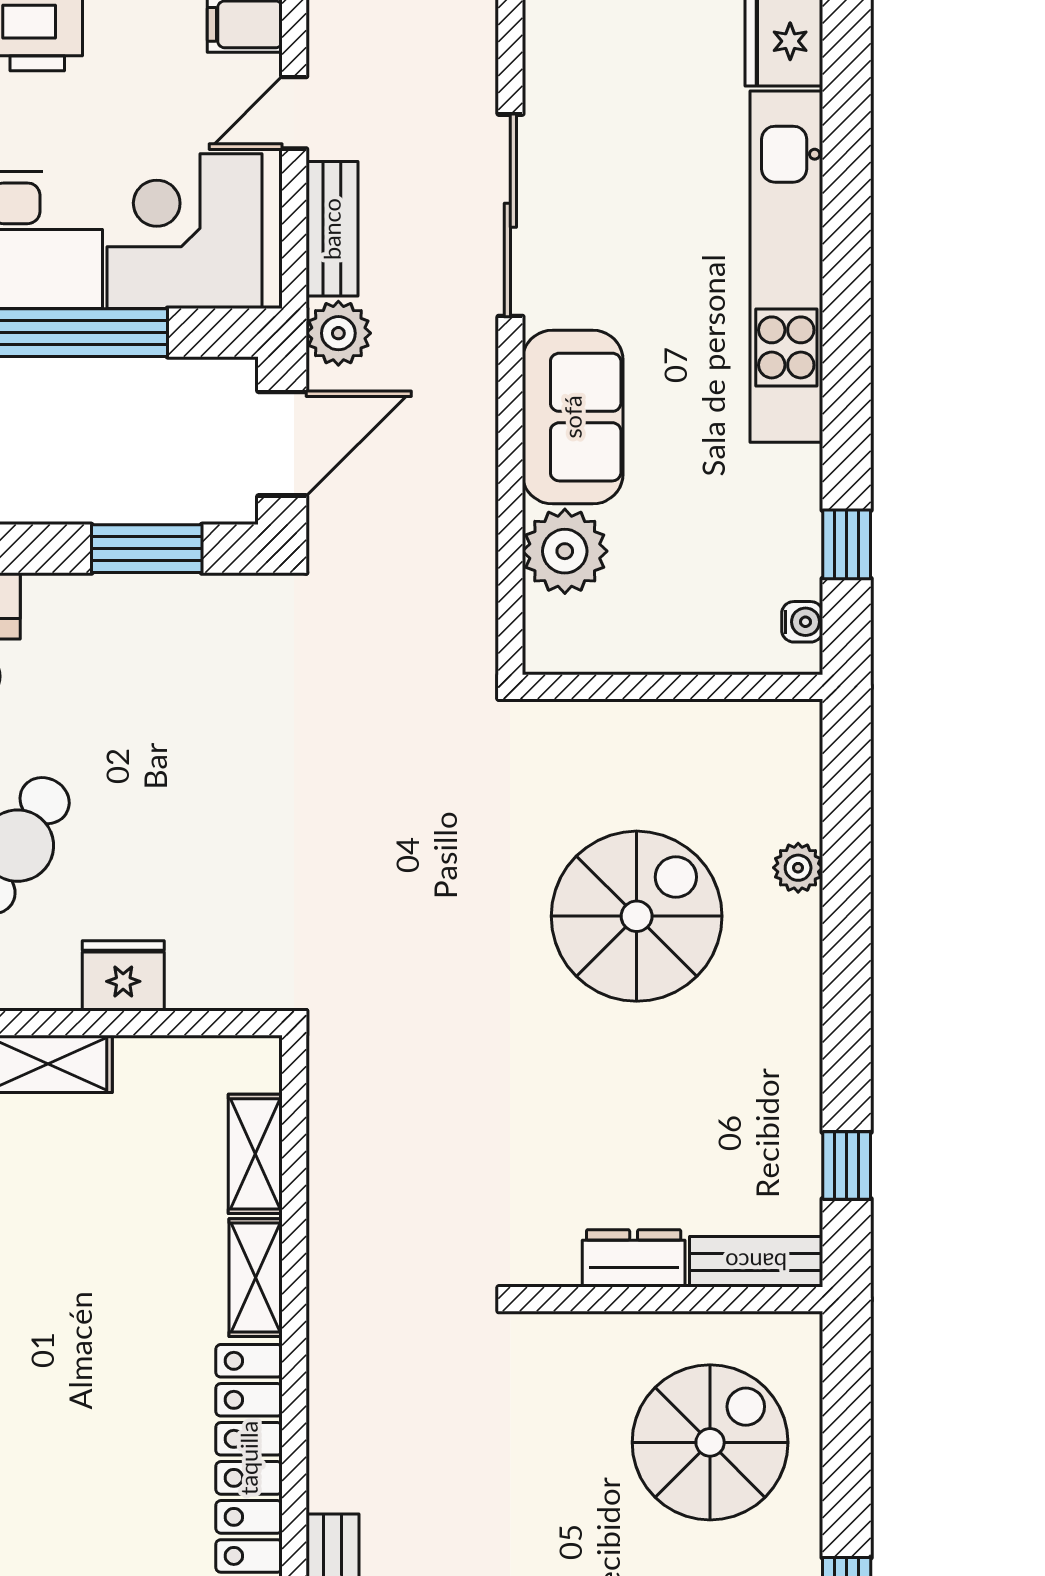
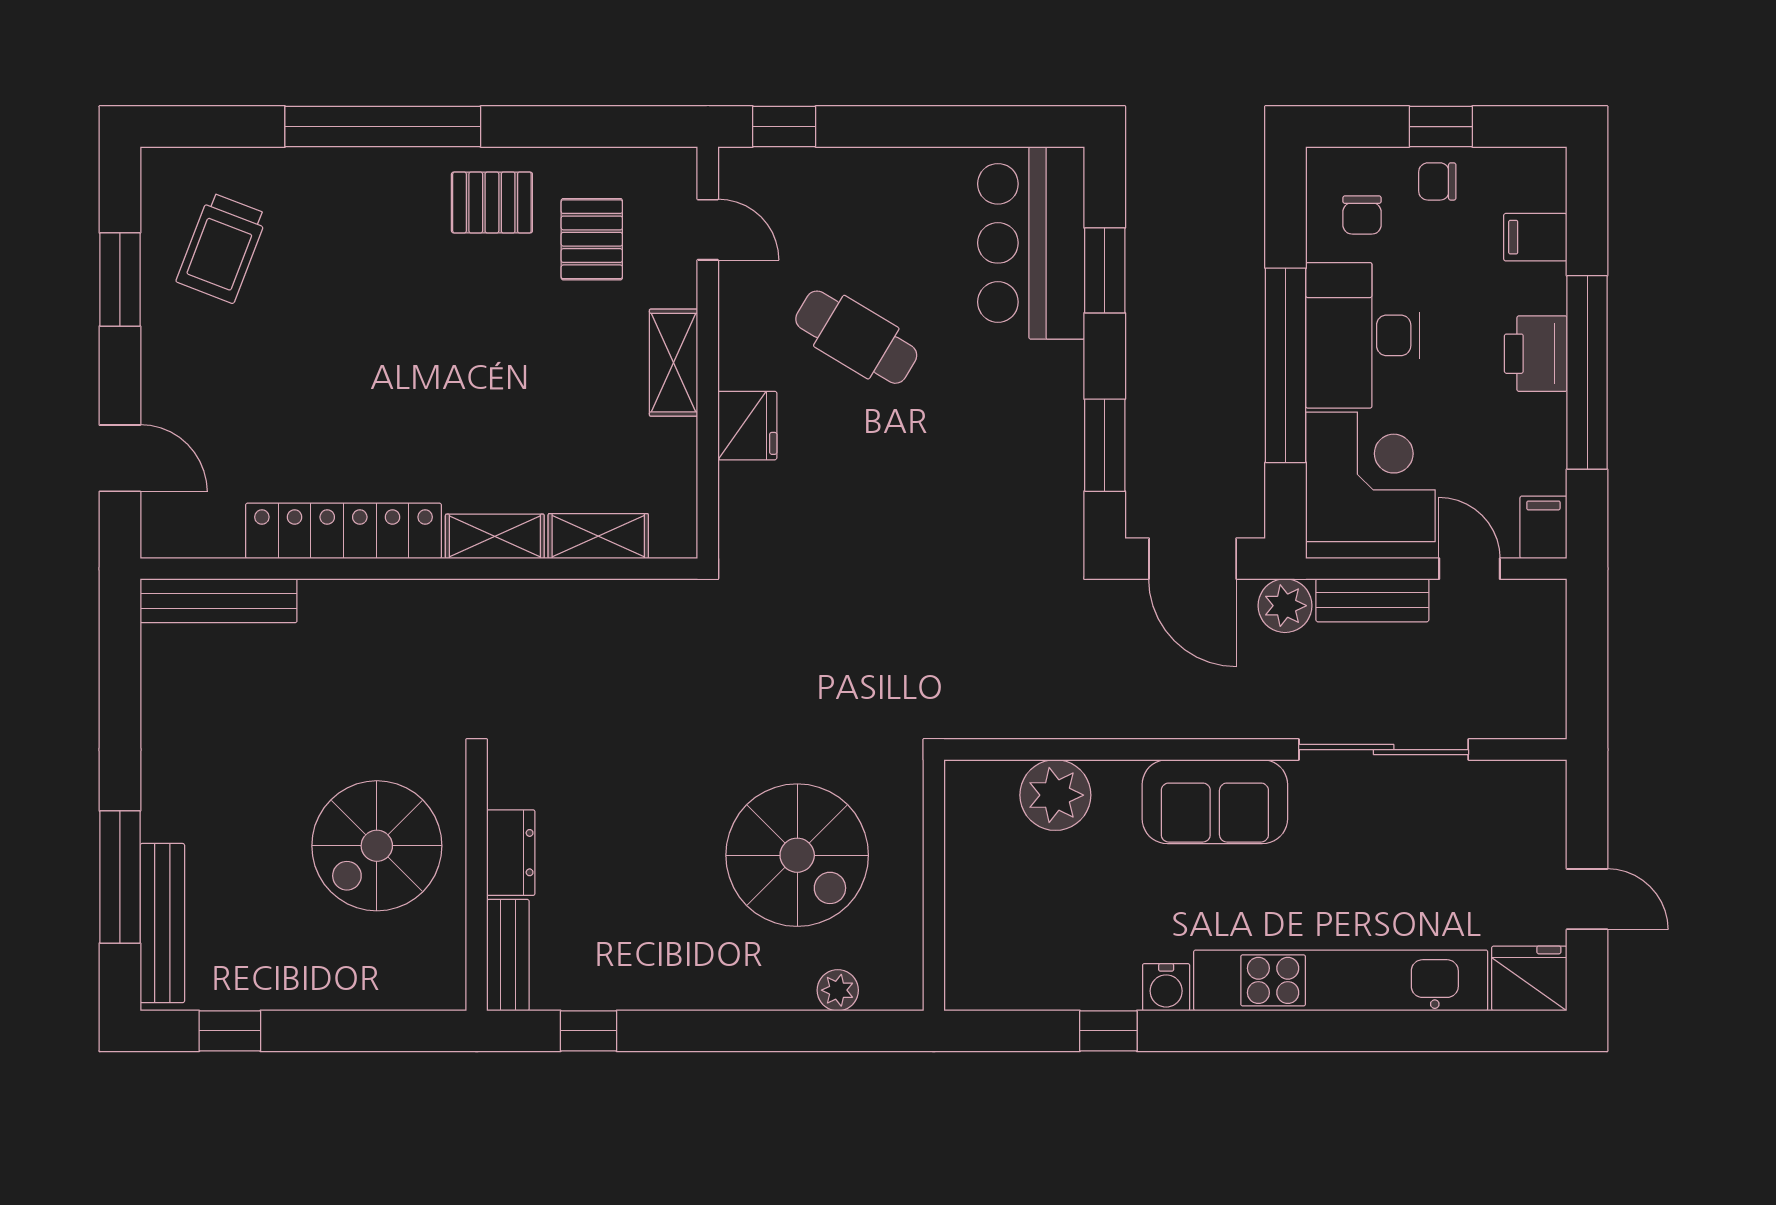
plant: (565, 551) -> (1055, 795), moved
water cooler: (802, 622) -> (1166, 987), moved, width x1.38, depth x1.38
wall: (673, 687) -> (934, 885), moved
spiral stairs: (710, 1442) -> (377, 846), moved, turned 90

